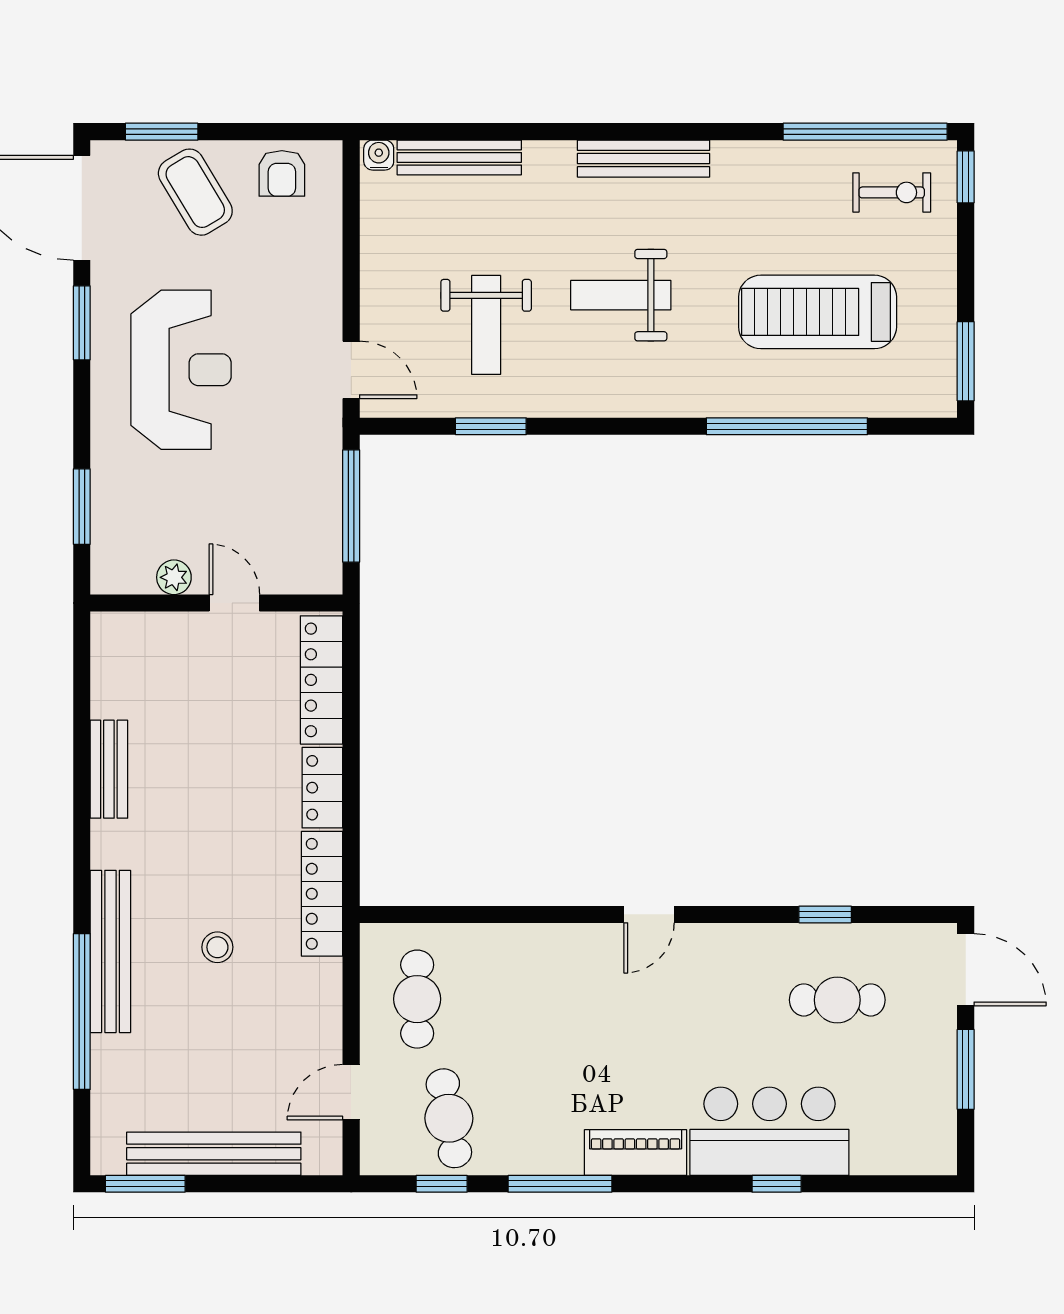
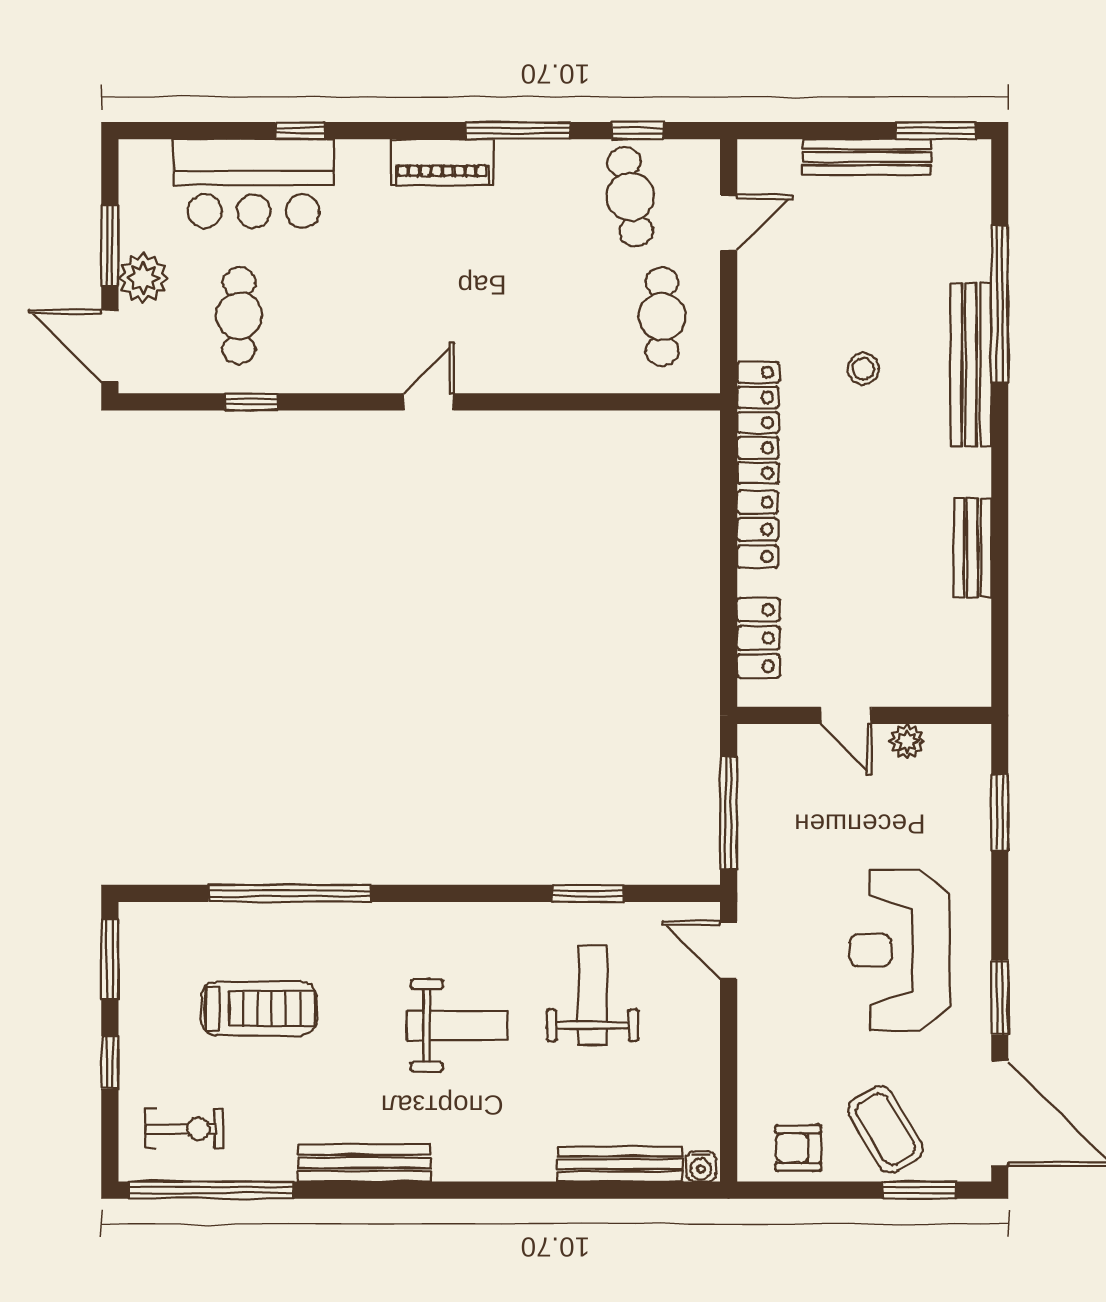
bench: (643, 159) -> (364, 1163), moved
armchair: (282, 173) -> (798, 1148), turned -90
window: (966, 177) -> (110, 1062), moved
exercise bike: (892, 192) -> (184, 1129), turned 180
treadmill: (818, 312) -> (259, 1009), width x0.73, depth x0.73
locker: (322, 680) -> (758, 638), width x0.66
cafe table: (837, 1000) -> (239, 316), turned 90
plant: (932, 1037) -> (143, 278), added
bar counter: (769, 1131) -> (254, 184), moved
bench: (214, 1154) -> (867, 157), width x0.73, depth x0.82

